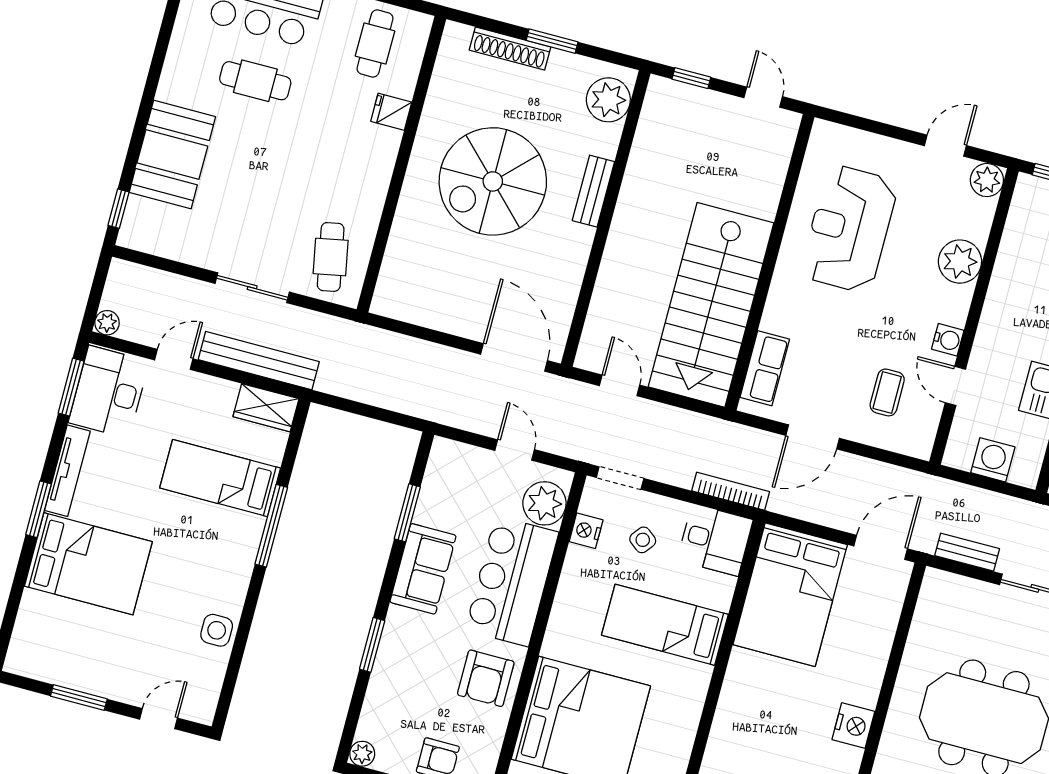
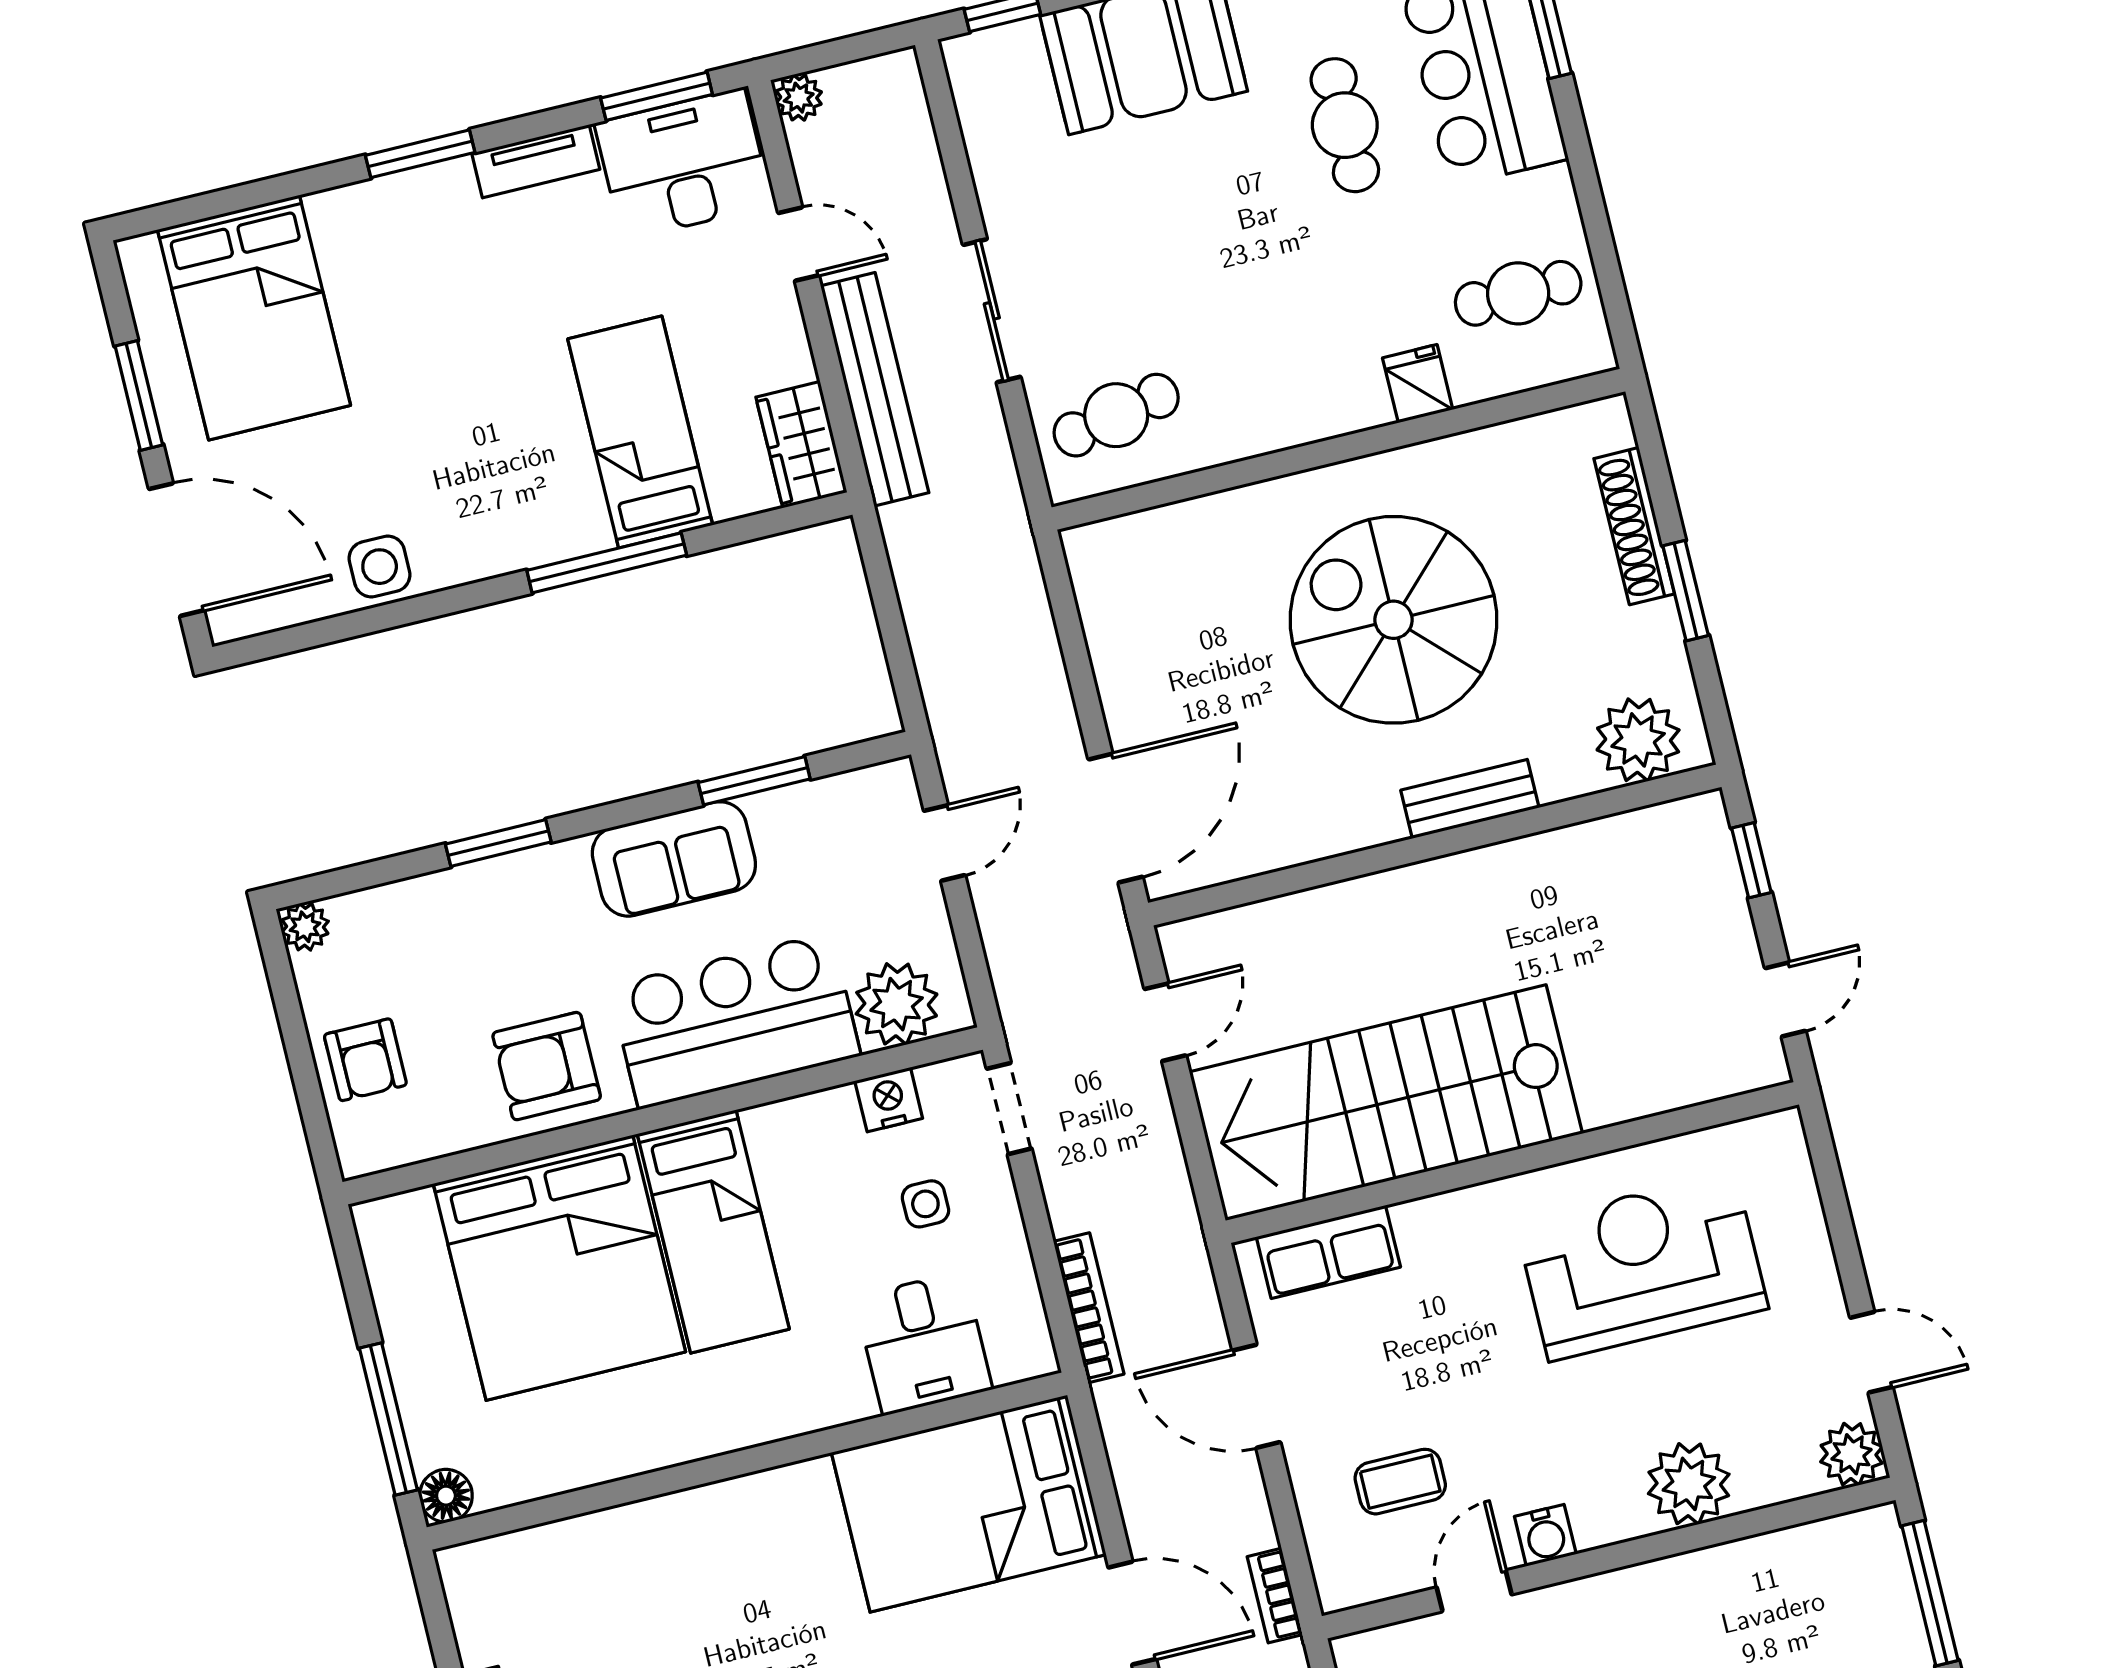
door: (515, 450) -> (944, 843), moved
tv unit: (67, 471) -> (536, 161), width x0.71
bookcase: (908, 478) -> (1275, 1596), added
side table: (643, 540) -> (925, 1204), turned -38
desk: (715, 540) -> (923, 1343), moved
bed: (88, 564) -> (254, 318), moved
bed: (665, 625) -> (713, 1231), moved, turned 180
door: (158, 719) -> (176, 550), width x1.88

